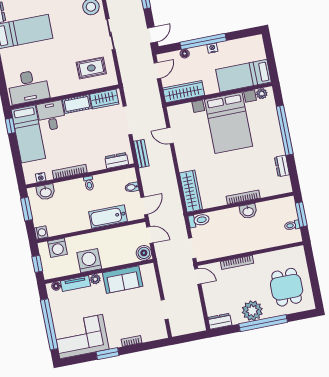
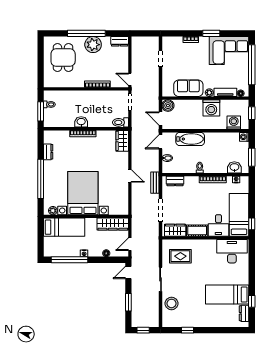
window: (203, 41) -> (69, 260), moved
door: (170, 136) -> (130, 176), moved
wardrobe: (191, 191) -> (122, 141), width x0.67

